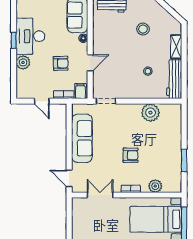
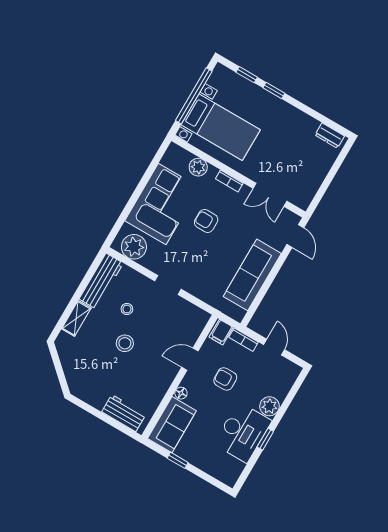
stool: (143, 29) -> (125, 343), moved
doorway: (106, 101) -> (168, 285), moved
plant: (150, 113) -> (134, 247), moved
corner sofa: (164, 150) -> (162, 204), added
window: (184, 160) -> (146, 178), removed

